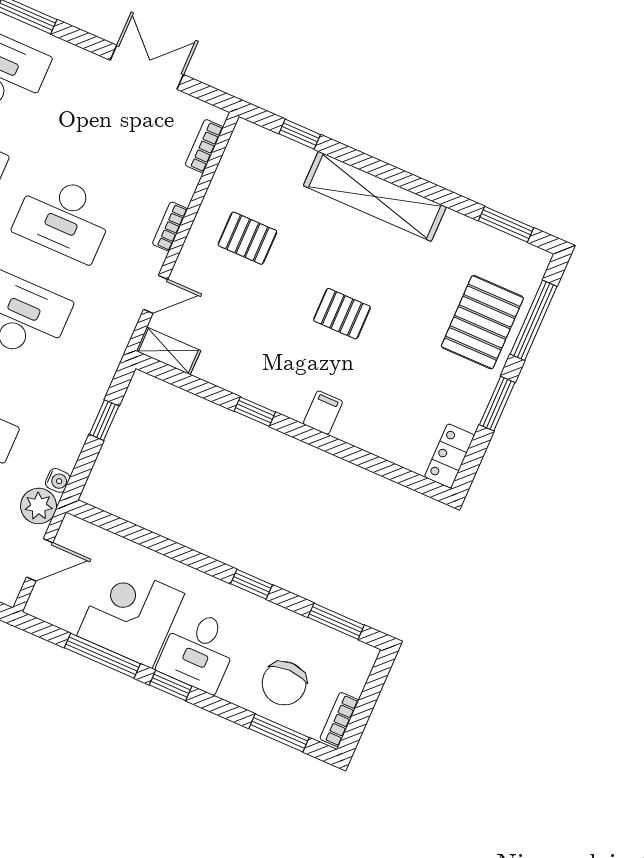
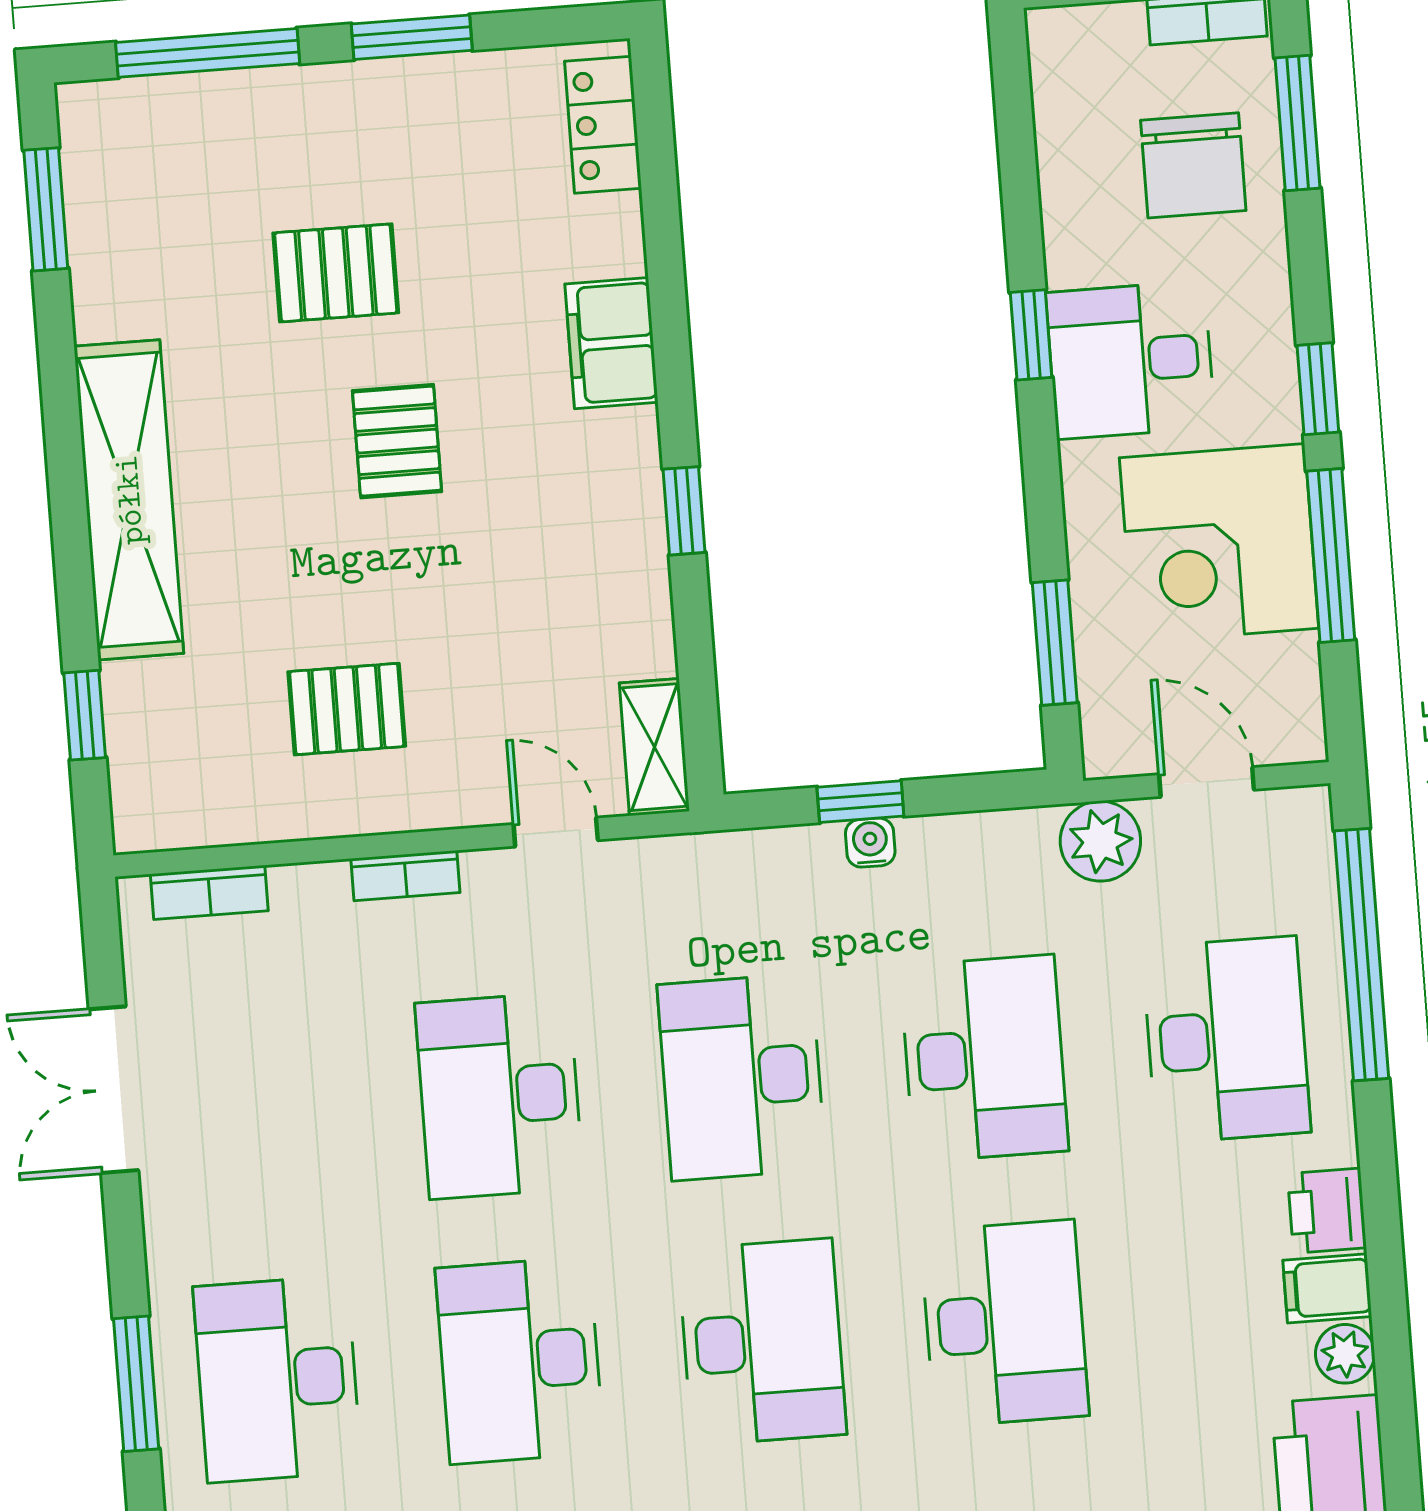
desk: (64, 217) -> (499, 1096), turned 180
pallet: (247, 238) -> (347, 709), turned 90
pallet: (482, 322) -> (336, 273), moved, width x0.67, depth x0.71
filing cabinet: (323, 413) -> (611, 343), width x2.00
locker: (450, 456) -> (603, 125), moved, turned 90
water cooler: (58, 480) -> (870, 843), moved
window: (336, 621) -> (1055, 643), moved
desk: (198, 651) -> (1131, 360), moved, turned 180
chair: (284, 683) -> (1193, 165), turned 90

